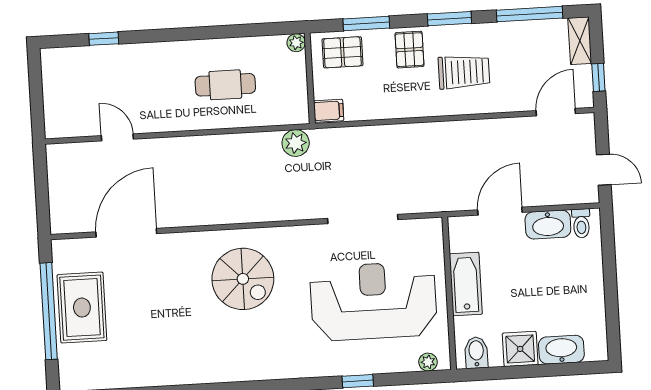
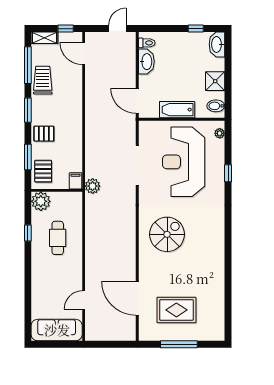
window: (104, 39) -> (28, 233), moved
plant: (296, 43) -> (41, 201), width x1.88, depth x1.88
trolley: (464, 72) -> (43, 80), moved
sofa: (61, 92) -> (57, 330), added
plant: (296, 143) -> (93, 186), moved
door: (500, 211) -> (137, 101), moved
rug: (82, 308) -> (176, 310), moved
window: (612, 309) -> (196, 29), added
window: (49, 311) -> (179, 344), width x0.68
washbasin: (561, 350) -> (217, 44), moved

